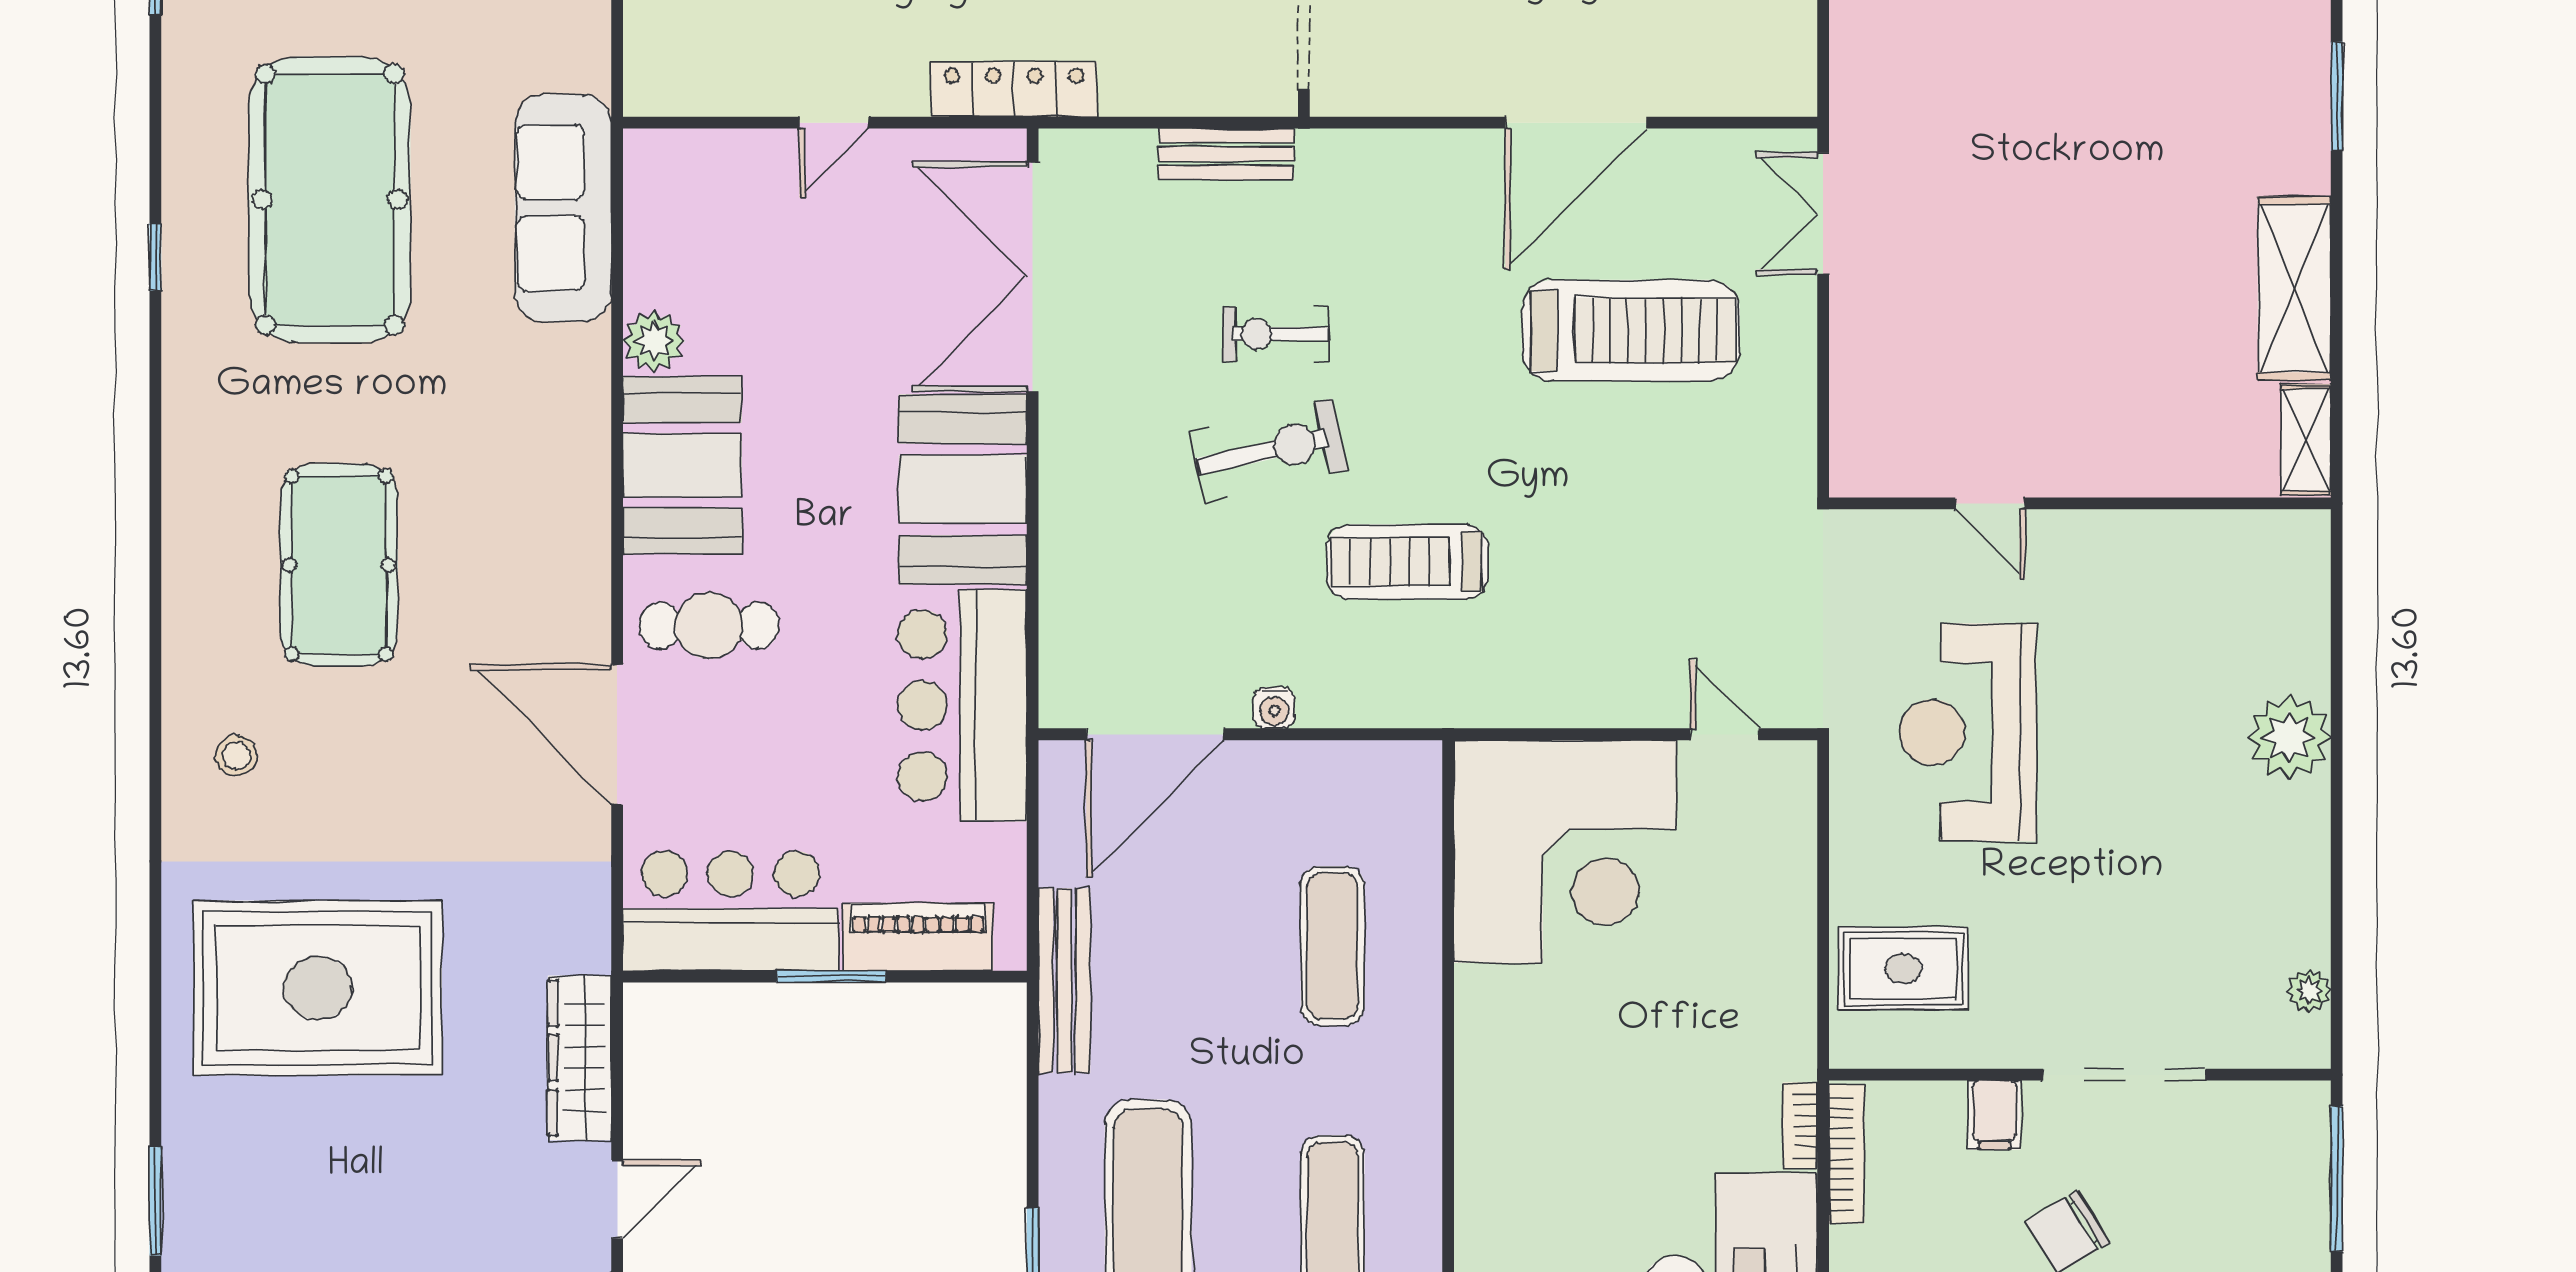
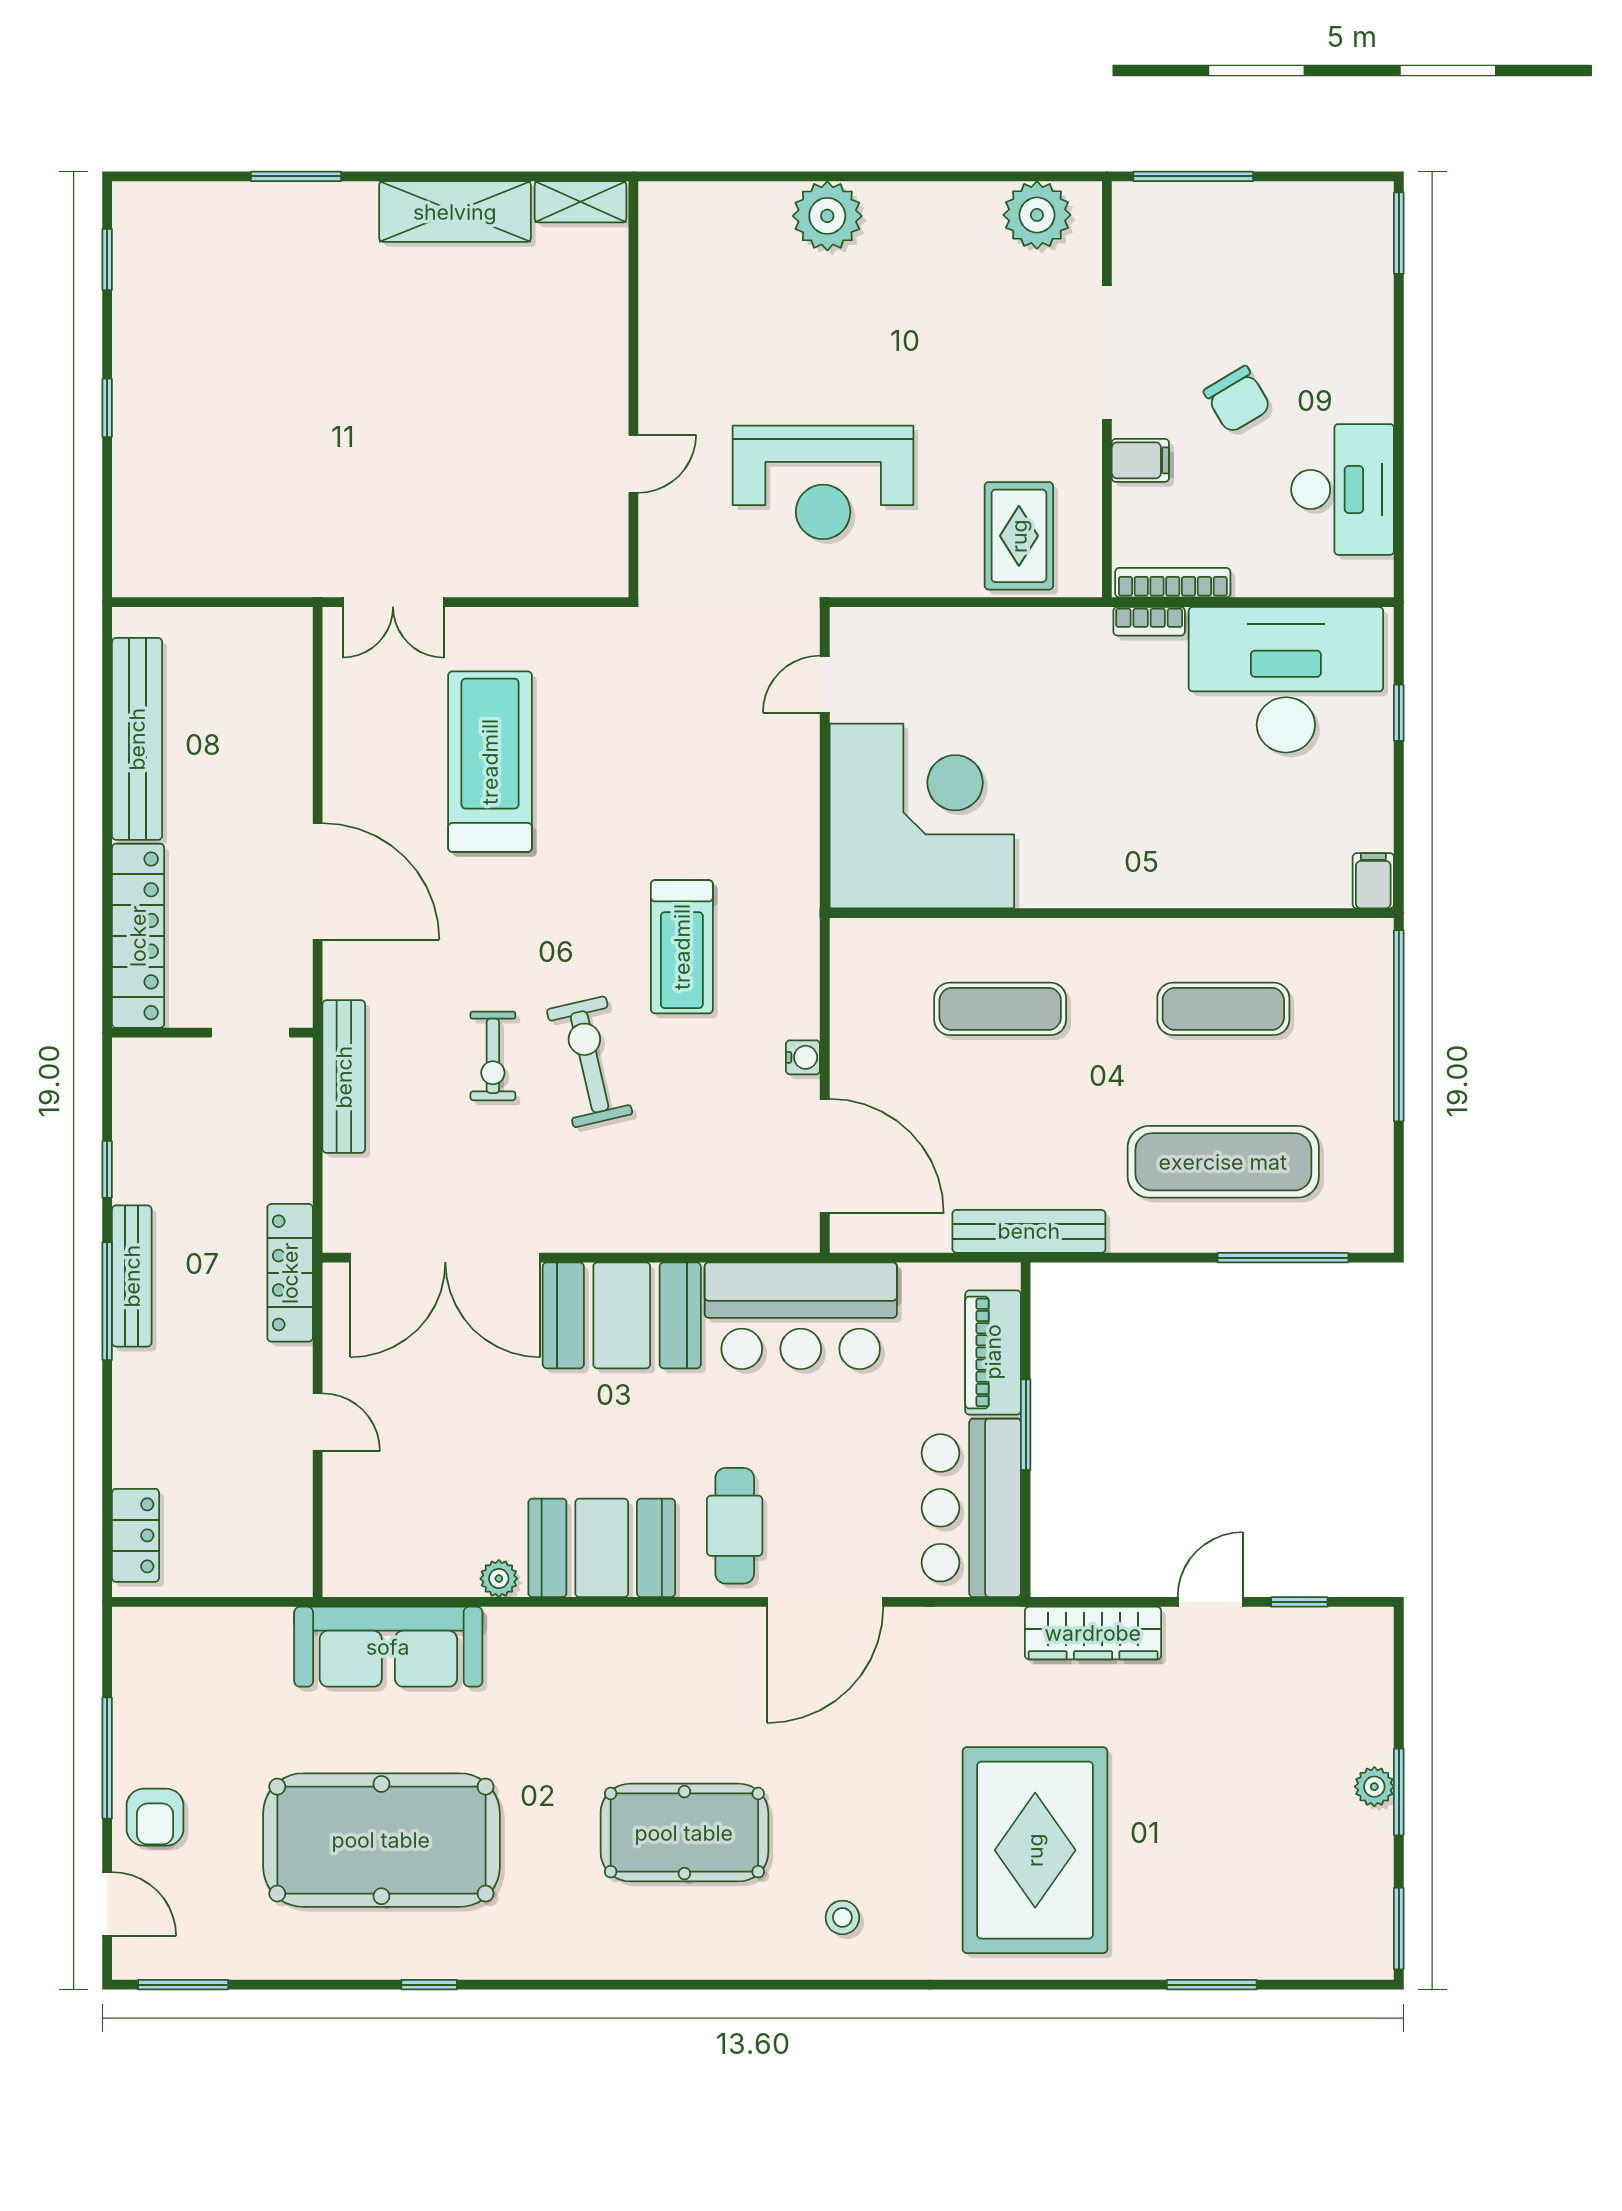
door: (1576, 123) -> (318, 882), moved
bench: (1226, 154) -> (344, 1077), width x1.36
plant: (654, 341) -> (499, 1579), width x0.73, depth x0.73
plant: (2309, 990) -> (1037, 215), width x1.88, depth x1.88
door: (617, 1199) -> (1210, 1602), hinge flipped

